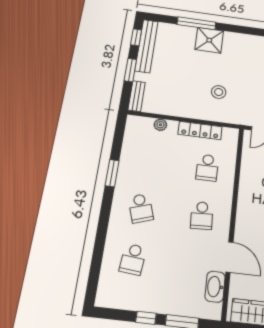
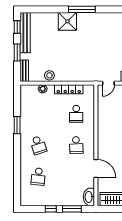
window: (196, 23) -> (82, 9), moved
stool: (219, 92) -> (49, 75), moved
washbasin: (215, 287) -> (89, 197), moved

